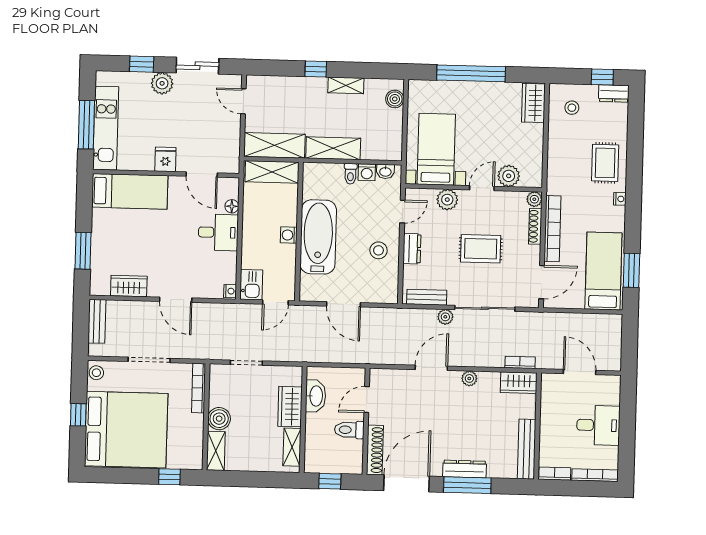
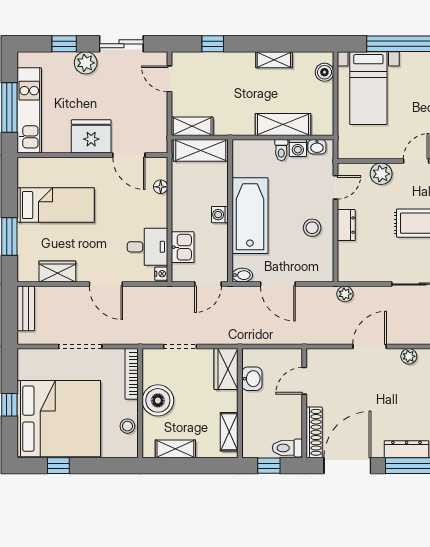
window: (316, 69) -> (213, 44), moved
shelving: (274, 145) -> (192, 126), width x0.67, depth x0.75
shelving: (333, 148) -> (283, 124), moved
bed with nightstands: (436, 149) -> (368, 88), moved, turned 180
fridge: (165, 159) -> (91, 136), width x1.88, depth x1.34
bed: (130, 191) -> (56, 205), moved
desk: (218, 232) -> (147, 247), moved
kitchen sink: (251, 285) -> (183, 247), moved
bidet: (309, 295) -> (242, 275), added
bench: (427, 297) -> (363, 274), removed
plant: (445, 317) -> (345, 294), moved
stool: (96, 373) -> (127, 426), moved
washbasin: (316, 396) -> (252, 379), width x0.72
wardrobe: (290, 407) -> (226, 369), moved
boiler: (219, 419) -> (158, 400), width x1.37, depth x1.37
toilet: (349, 430) -> (287, 448), moved
shelving: (216, 451) -> (175, 449), moved, turned 90
window: (169, 477) -> (58, 466), moved

